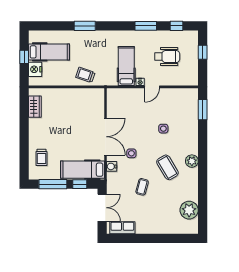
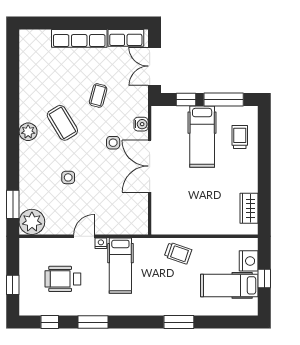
hospital bed: (82, 170) -> (202, 137), moved, turned 90
plant: (189, 210) -> (32, 222), moved
row of seats: (156, 227) -> (79, 38), added

